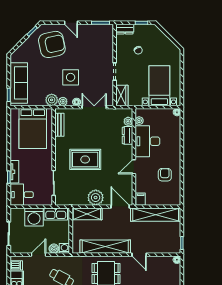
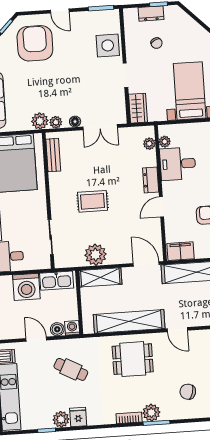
dresser: (125, 29) -> (151, 14), moved
armchair: (52, 44) -> (35, 43), turned -78
side table: (71, 77) -> (108, 45), moved
double door: (94, 107) -> (100, 127), swing flipped
dresser: (127, 135) -> (151, 180), moved
desk: (147, 141) -> (178, 164), width x0.73
rug: (85, 159) -> (93, 201), width x0.73, depth x0.70
plant: (96, 198) -> (95, 255), moved
filing cabinet: (141, 199) -> (181, 251), width x2.00
door: (39, 255) -> (36, 339), hinge flipped

